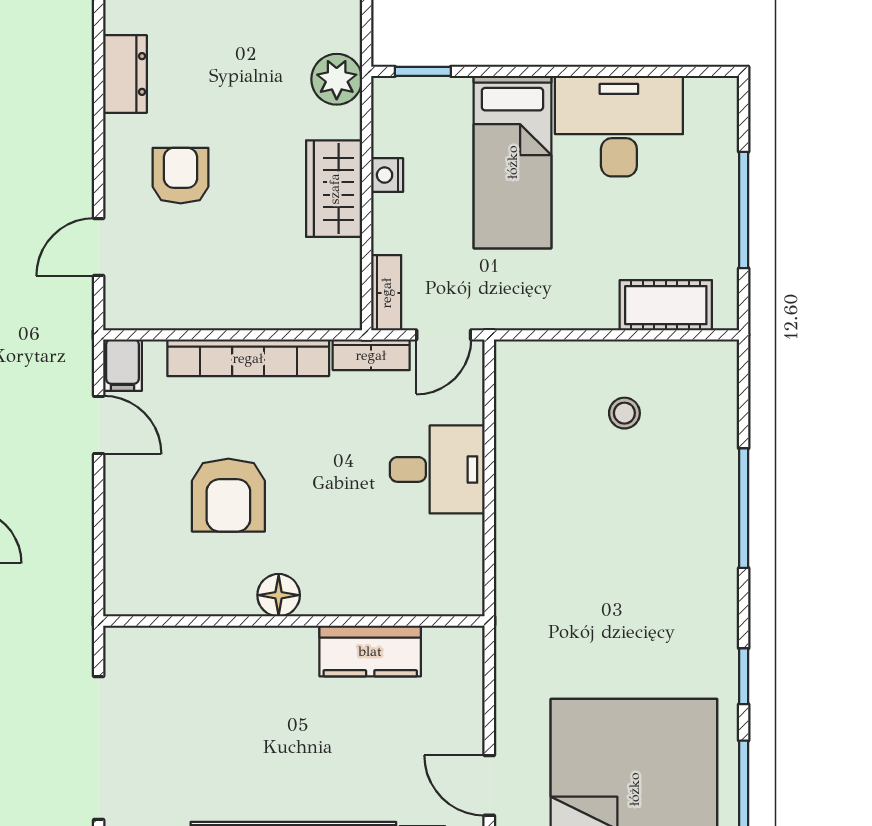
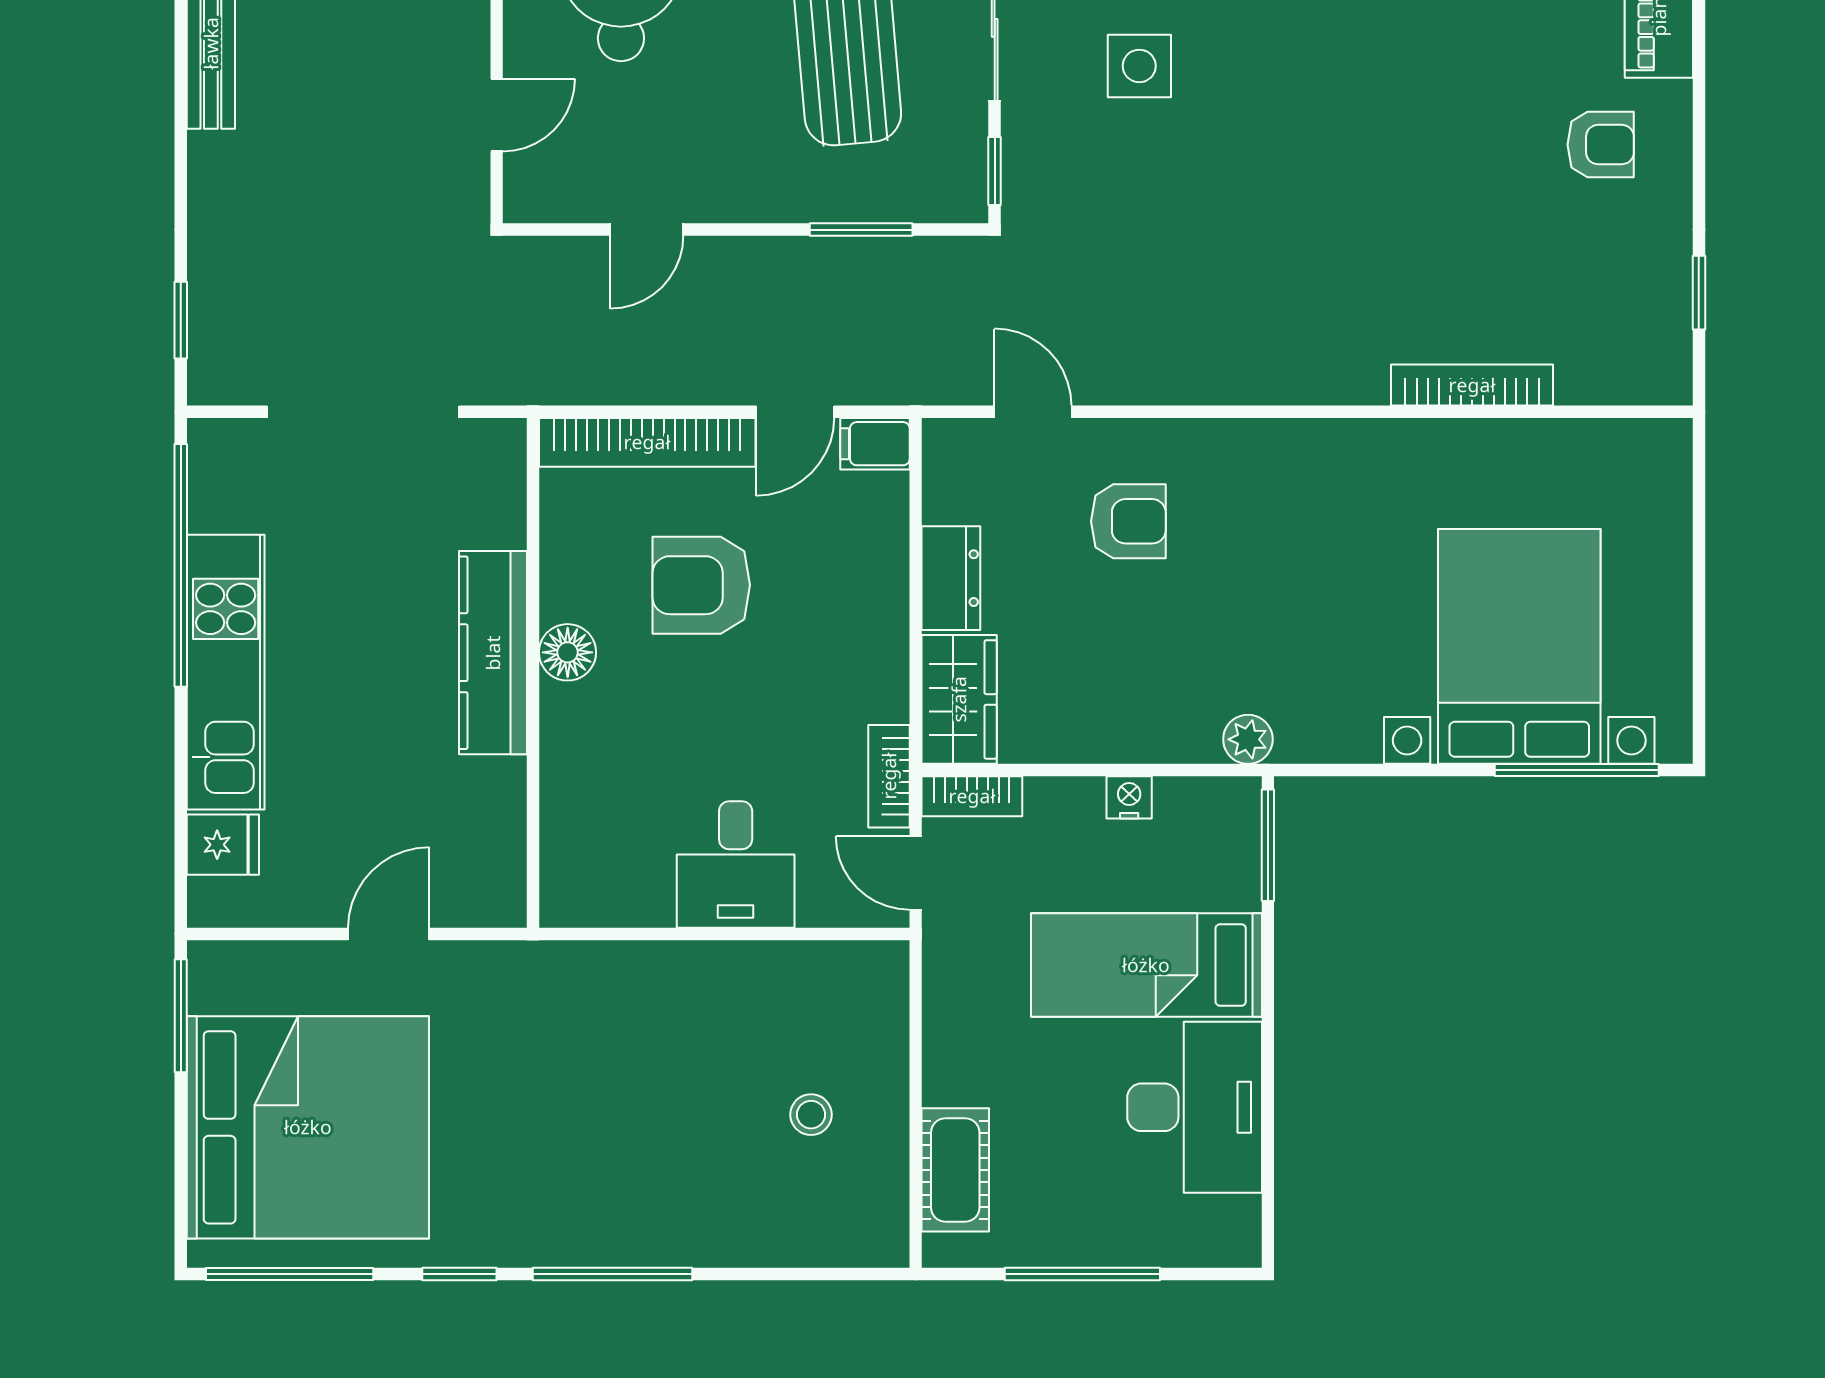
window: (423, 71) -> (1268, 845), width x1.50
dresser: (125, 74) -> (951, 578), moved, turned -90
plant: (337, 79) -> (1248, 739), width x0.73, depth x0.73
wardrobe: (334, 189) -> (959, 699), moved, turned 90
bookcase: (248, 358) -> (647, 442), moved, turned -90
window: (744, 508) -> (612, 1274), moved
kitchen counter: (370, 651) -> (493, 653), moved, width x1.50
door: (489, 785) -> (389, 934), moved

